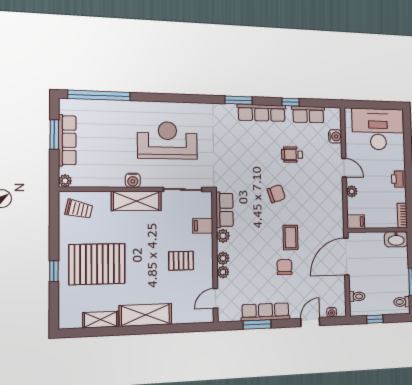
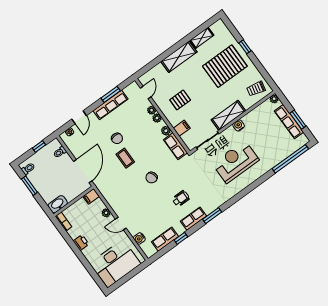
row of seats: (262, 113) -> (193, 219), width x0.68
reception desk: (167, 140) -> (236, 162), turned 180
wheelchair: (292, 155) -> (181, 199), moved

